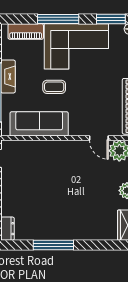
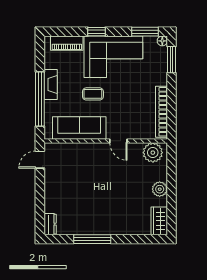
window: (58, 19) -> (96, 32), width x0.46
door: (99, 138) -> (118, 141), moved

